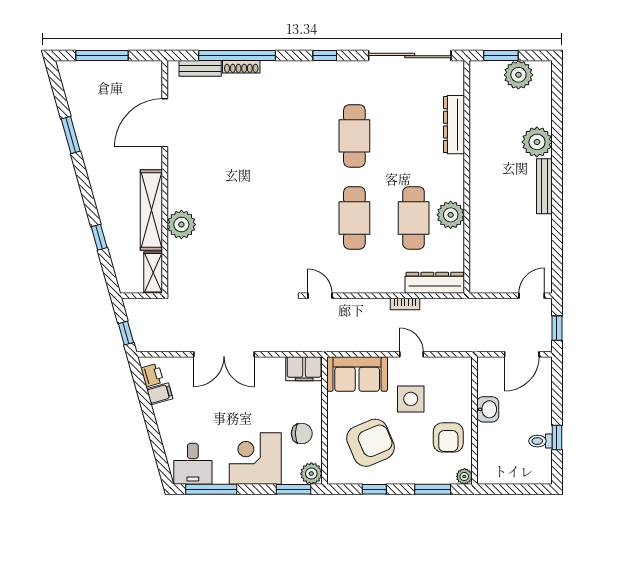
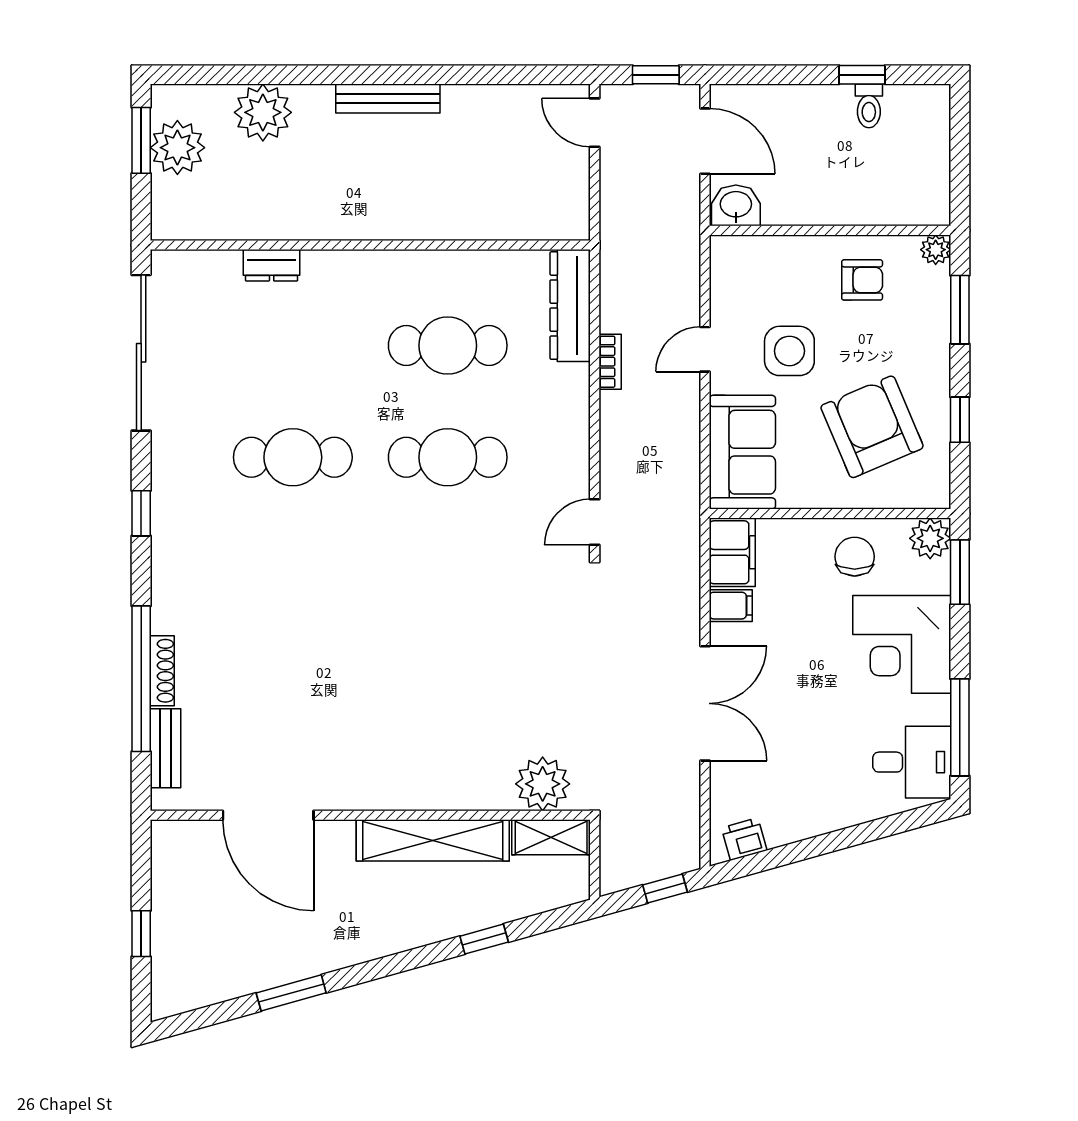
window: (102, 56) -> (141, 934), width x0.46
window: (501, 56) -> (141, 140), moved
dresser: (454, 125) -> (272, 265), width x0.51, depth x0.80
plant: (537, 142) -> (263, 112), moved
plant: (451, 215) -> (442, 275), removed
plant: (181, 225) -> (543, 784), moved
filing cabinet: (160, 394) -> (731, 606), moved, turned 106
washbasin: (488, 409) -> (736, 205), moved
armchair: (448, 437) -> (862, 280), width x0.72, depth x0.72

